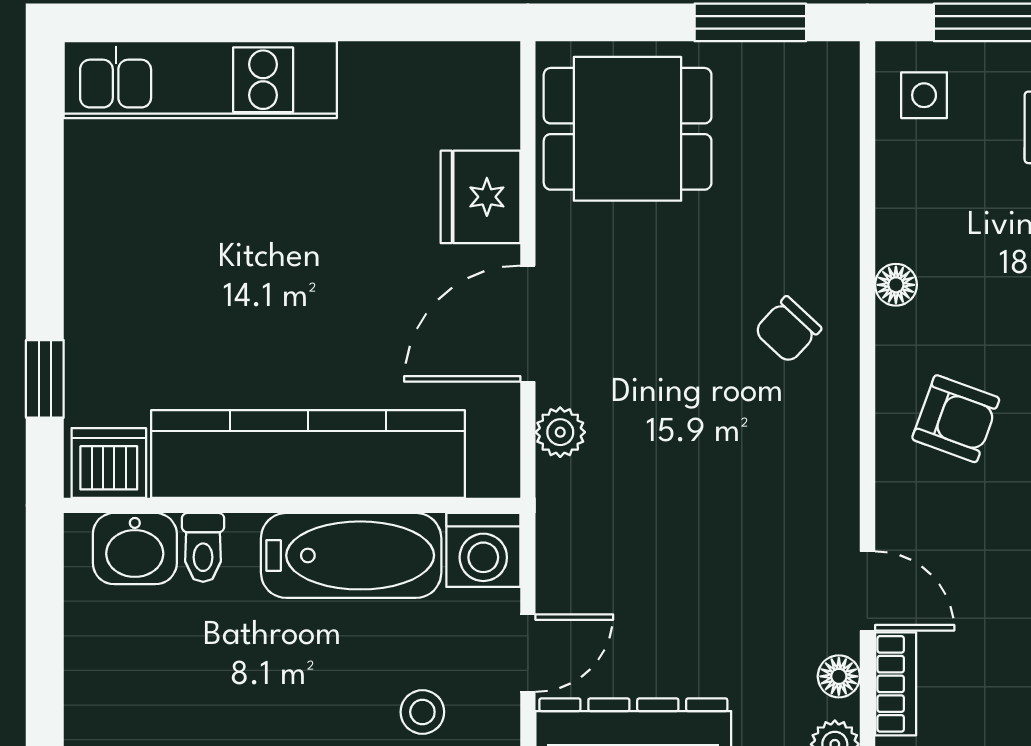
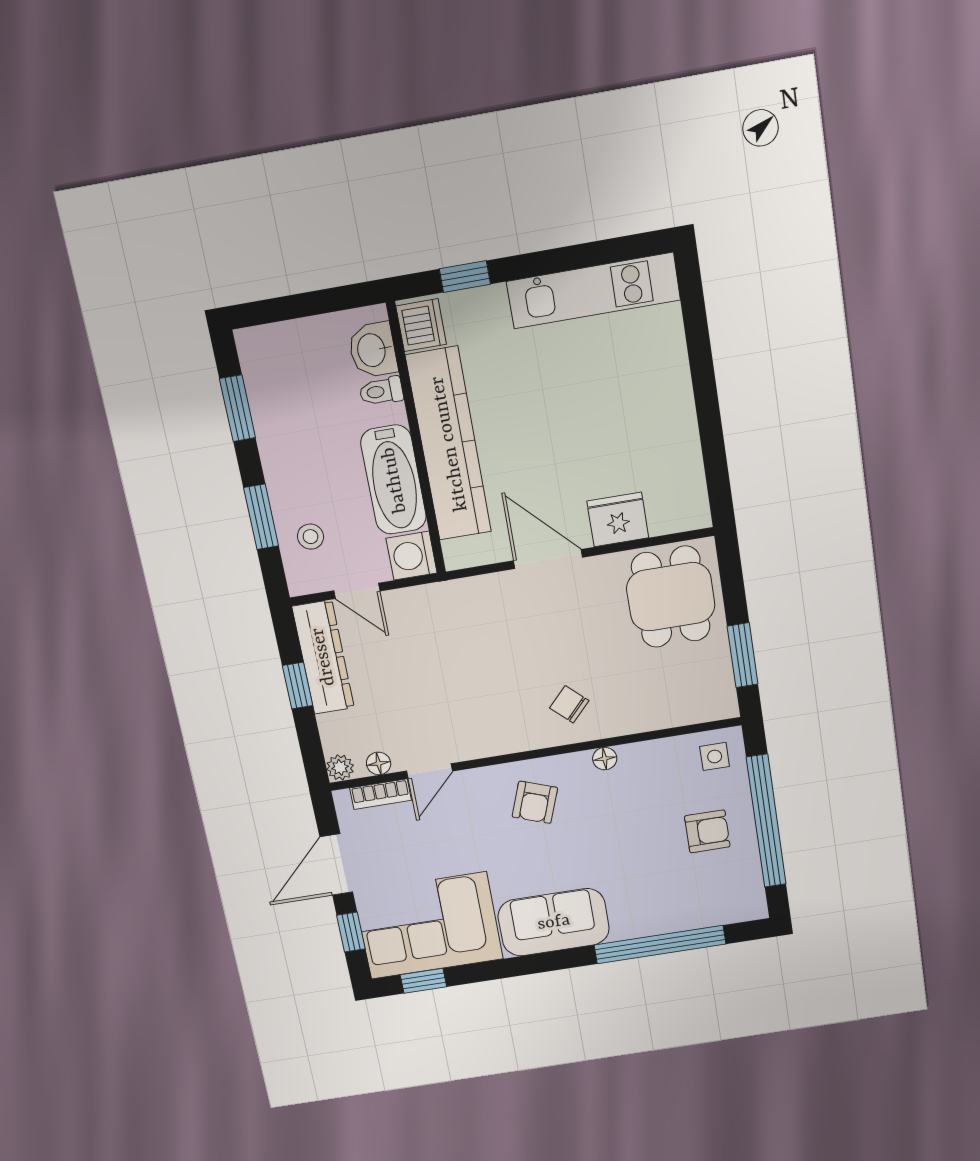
kitchen unit: (200, 80) -> (593, 291), moved, turned -90
plant: (560, 432) -> (488, 588), removed

